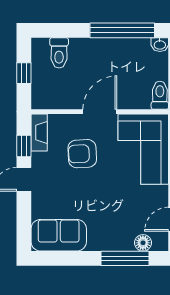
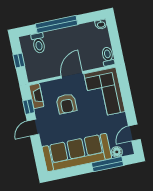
window: (122, 30) -> (57, 24), moved
armchair: (82, 154) -> (67, 104), turned -87
sofa: (59, 235) -> (77, 153), width x1.85, depth x1.27

